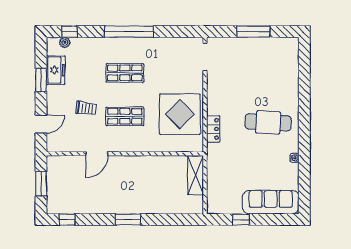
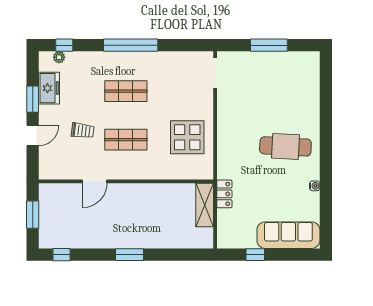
display table: (180, 114) -> (187, 137), width x0.73, depth x0.73
door: (41, 124) -> (33, 135), moved
locker: (213, 129) -> (224, 194), moved

